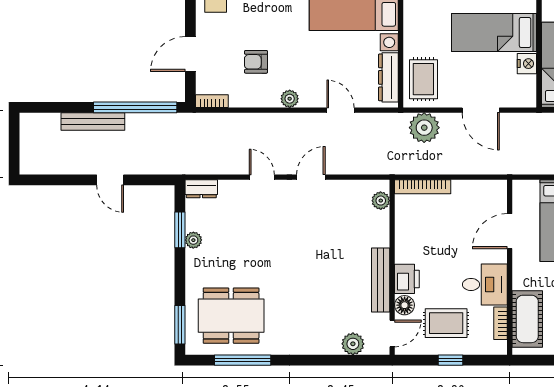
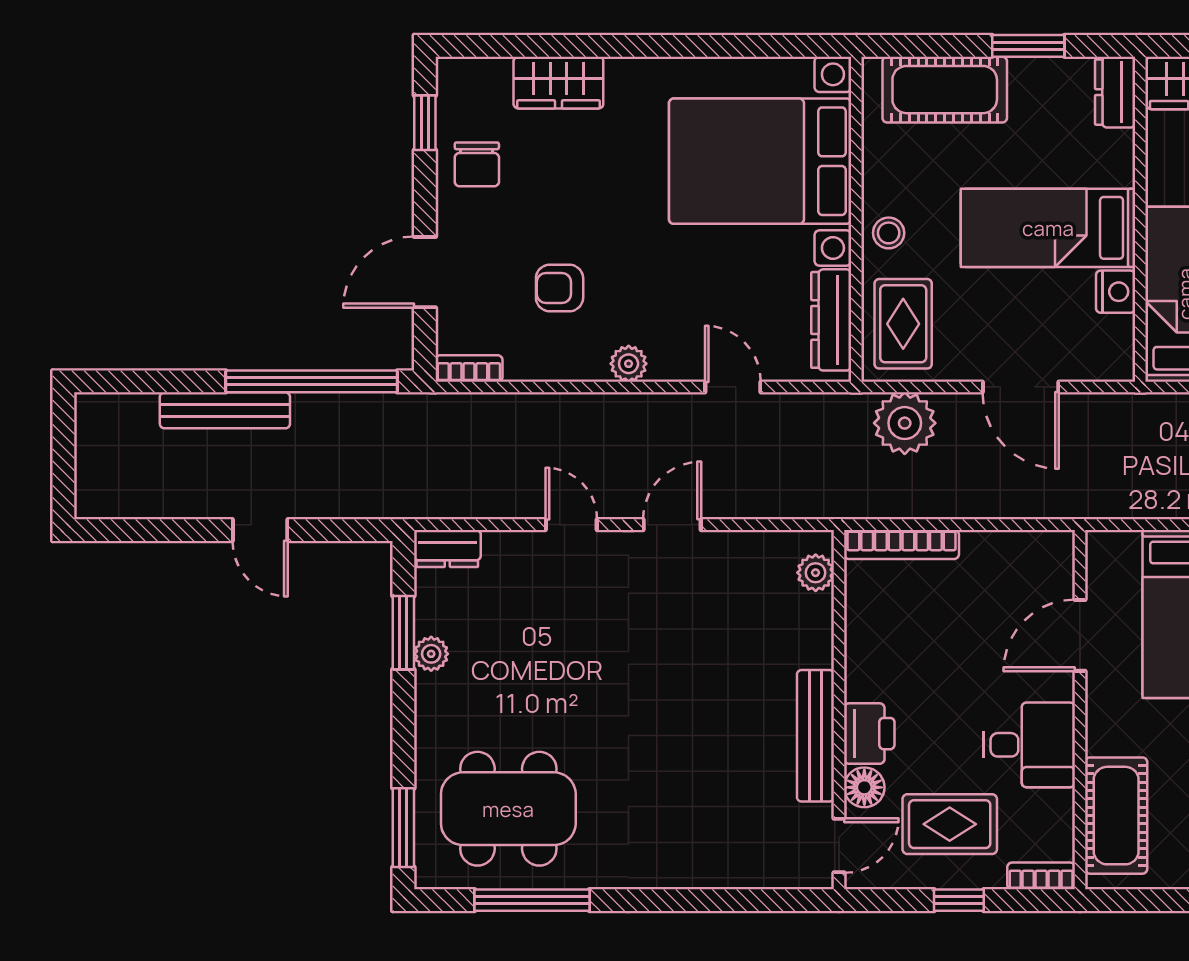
stool: (416, 35) -> (889, 233), added
bookcase: (501, 323) -> (1041, 876), moved, turned 90
plant: (353, 344) -> (758, 867), removed

